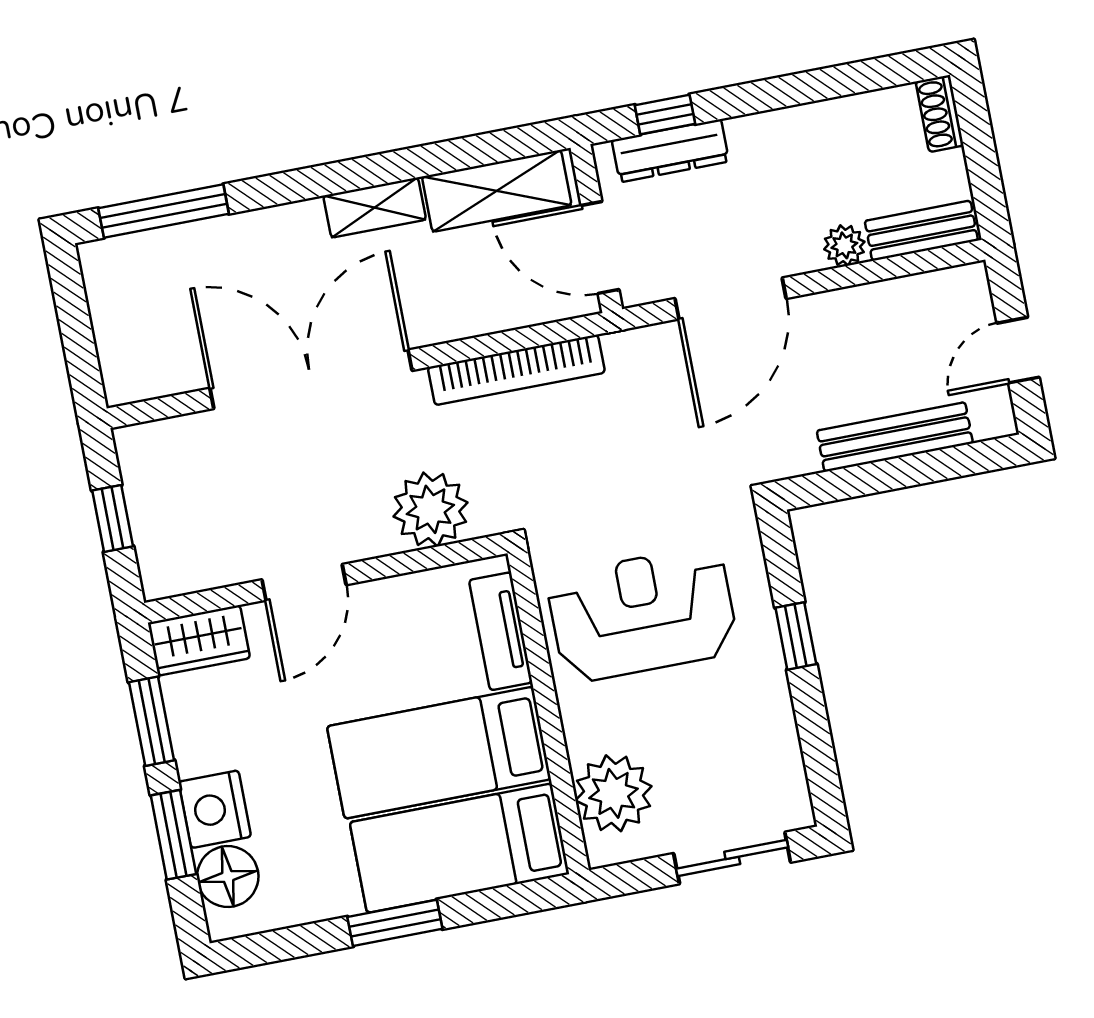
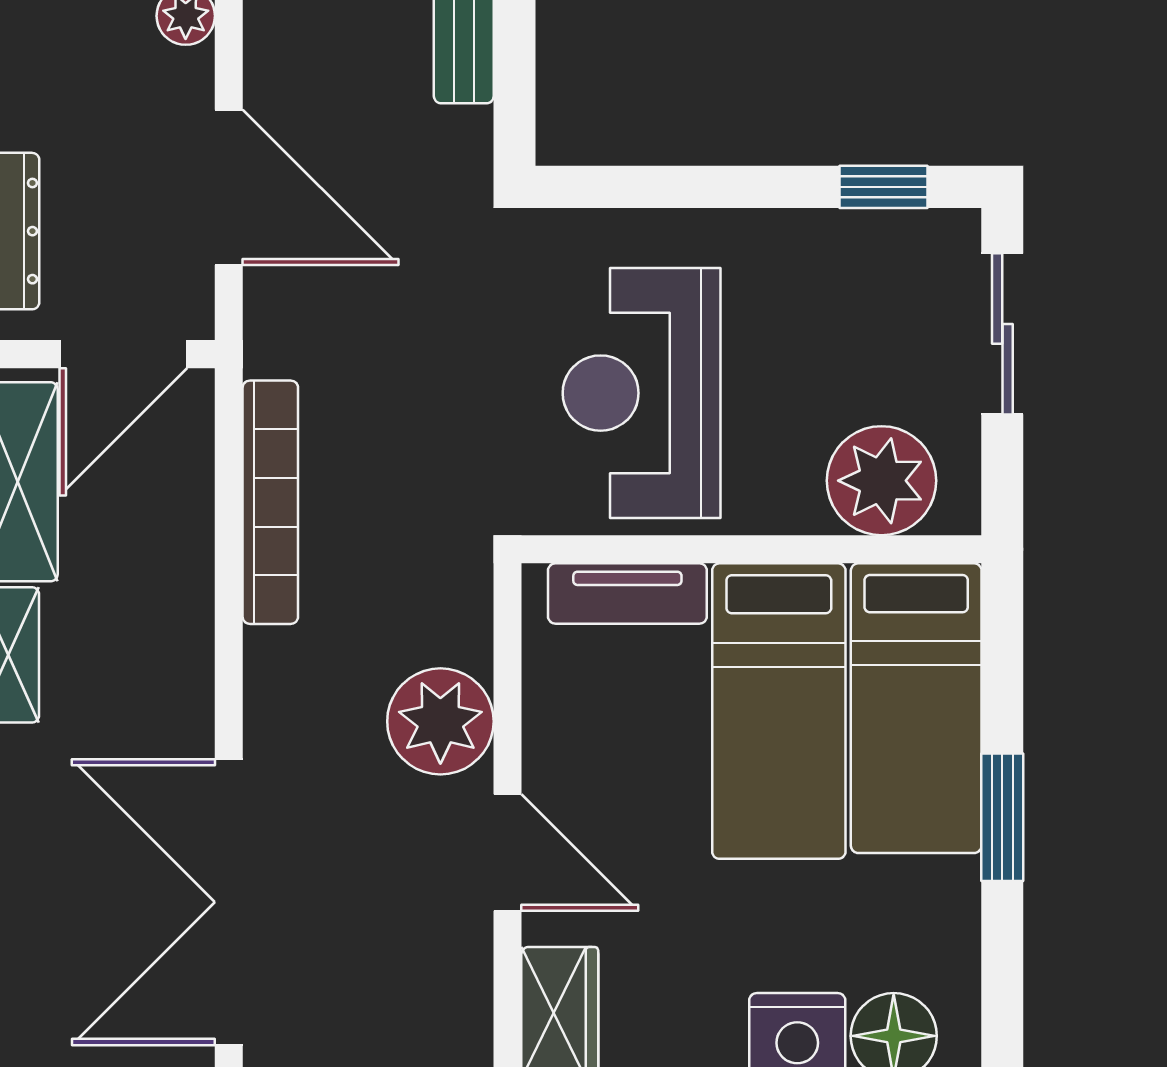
double door: (311, 379) -> (229, 902), moved
plant: (430, 509) -> (440, 721), moved
window: (796, 636) -> (883, 187), moved

